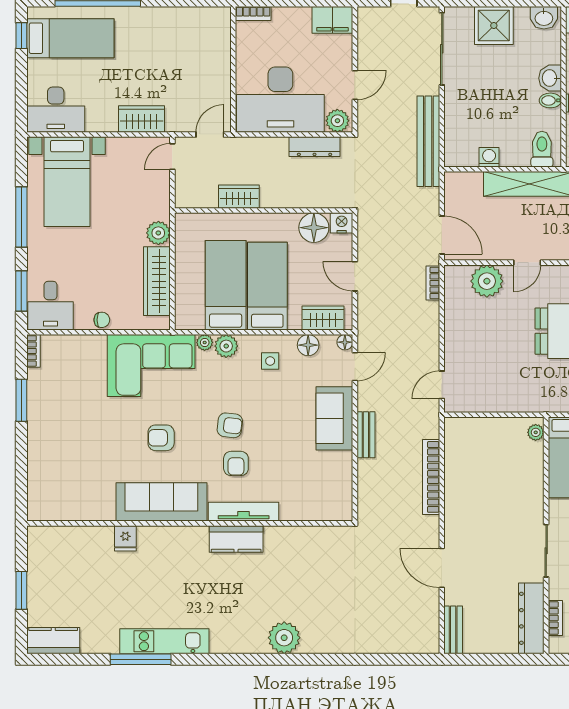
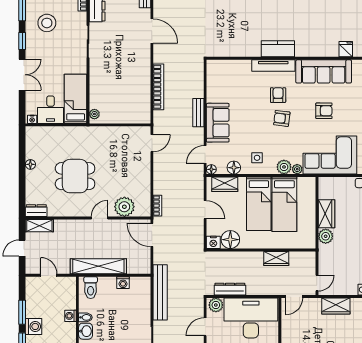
wardrobe: (157, 281) -> (326, 214), width x0.67

